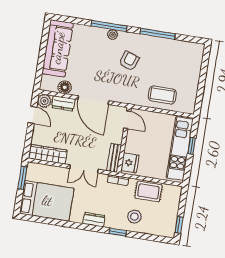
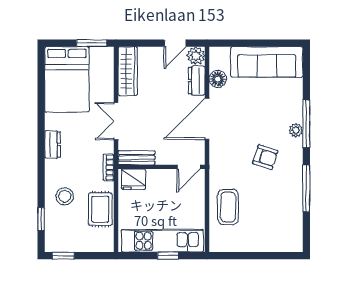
window: (118, 232) -> (41, 219), moved

